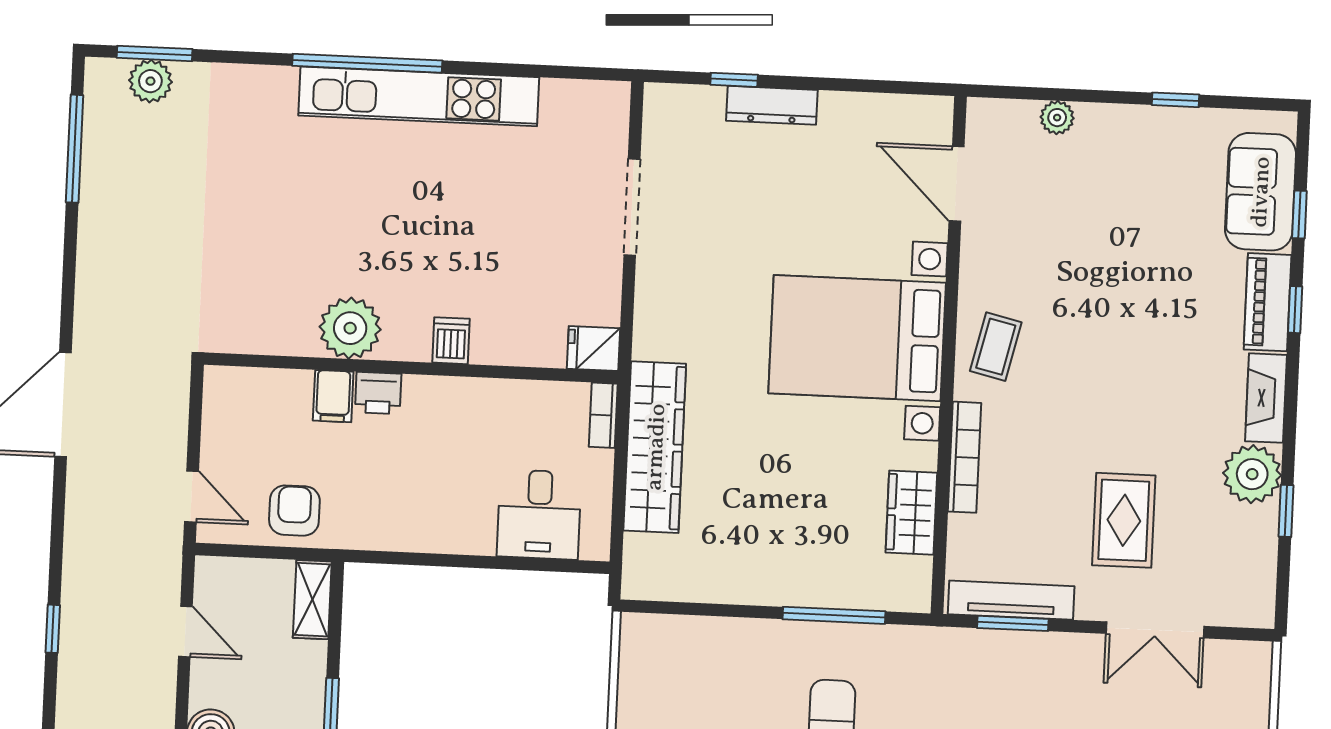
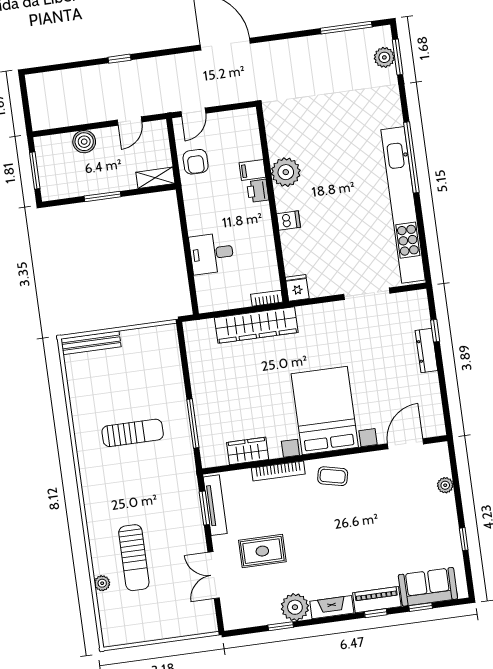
kitchen unit: (419, 96) -> (403, 205), width x1.36
armchair: (294, 511) -> (196, 162), turned 90
desk: (539, 515) -> (212, 253), moved

